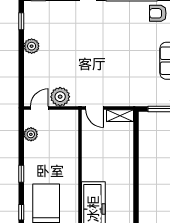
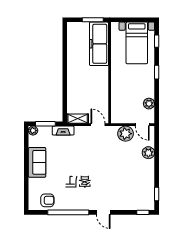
plant: (32, 46) -> (148, 153), moved
fireplace: (138, 101) -> (63, 131), added
door: (39, 108) -> (142, 125), hinge flipped

